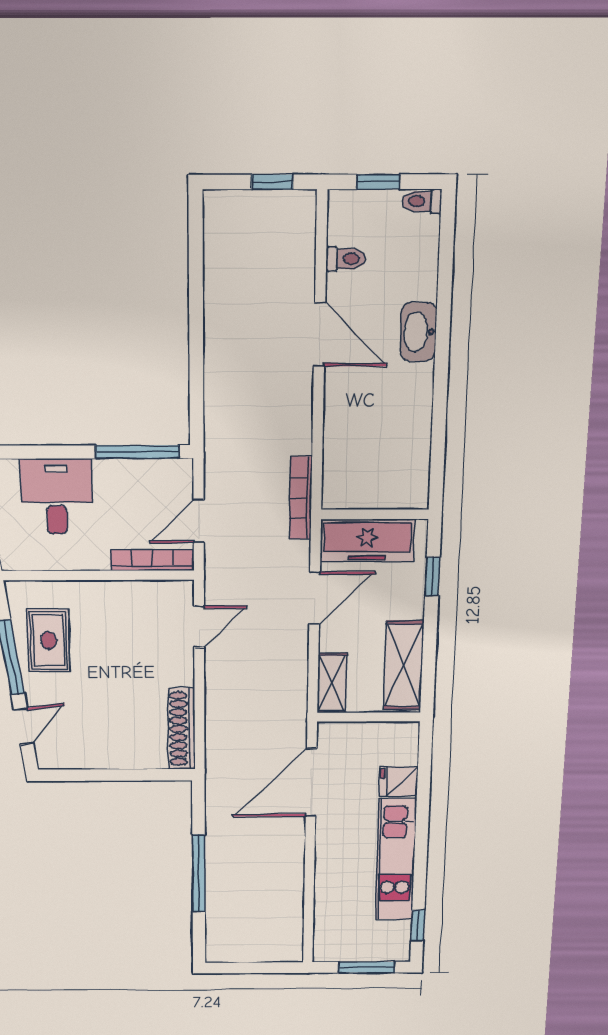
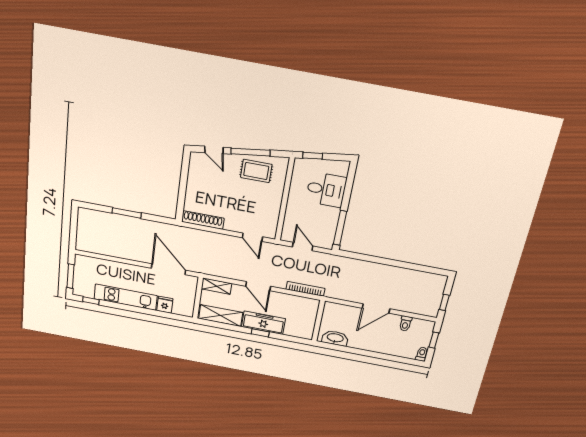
washbasin: (418, 332) -> (335, 338), moved
wall: (375, 514) -> (318, 321), moved
freezer: (367, 540) -> (263, 323), moved, turned 90
bookcase: (152, 560) -> (288, 224), removed
window: (199, 874) -> (127, 213), width x0.69

